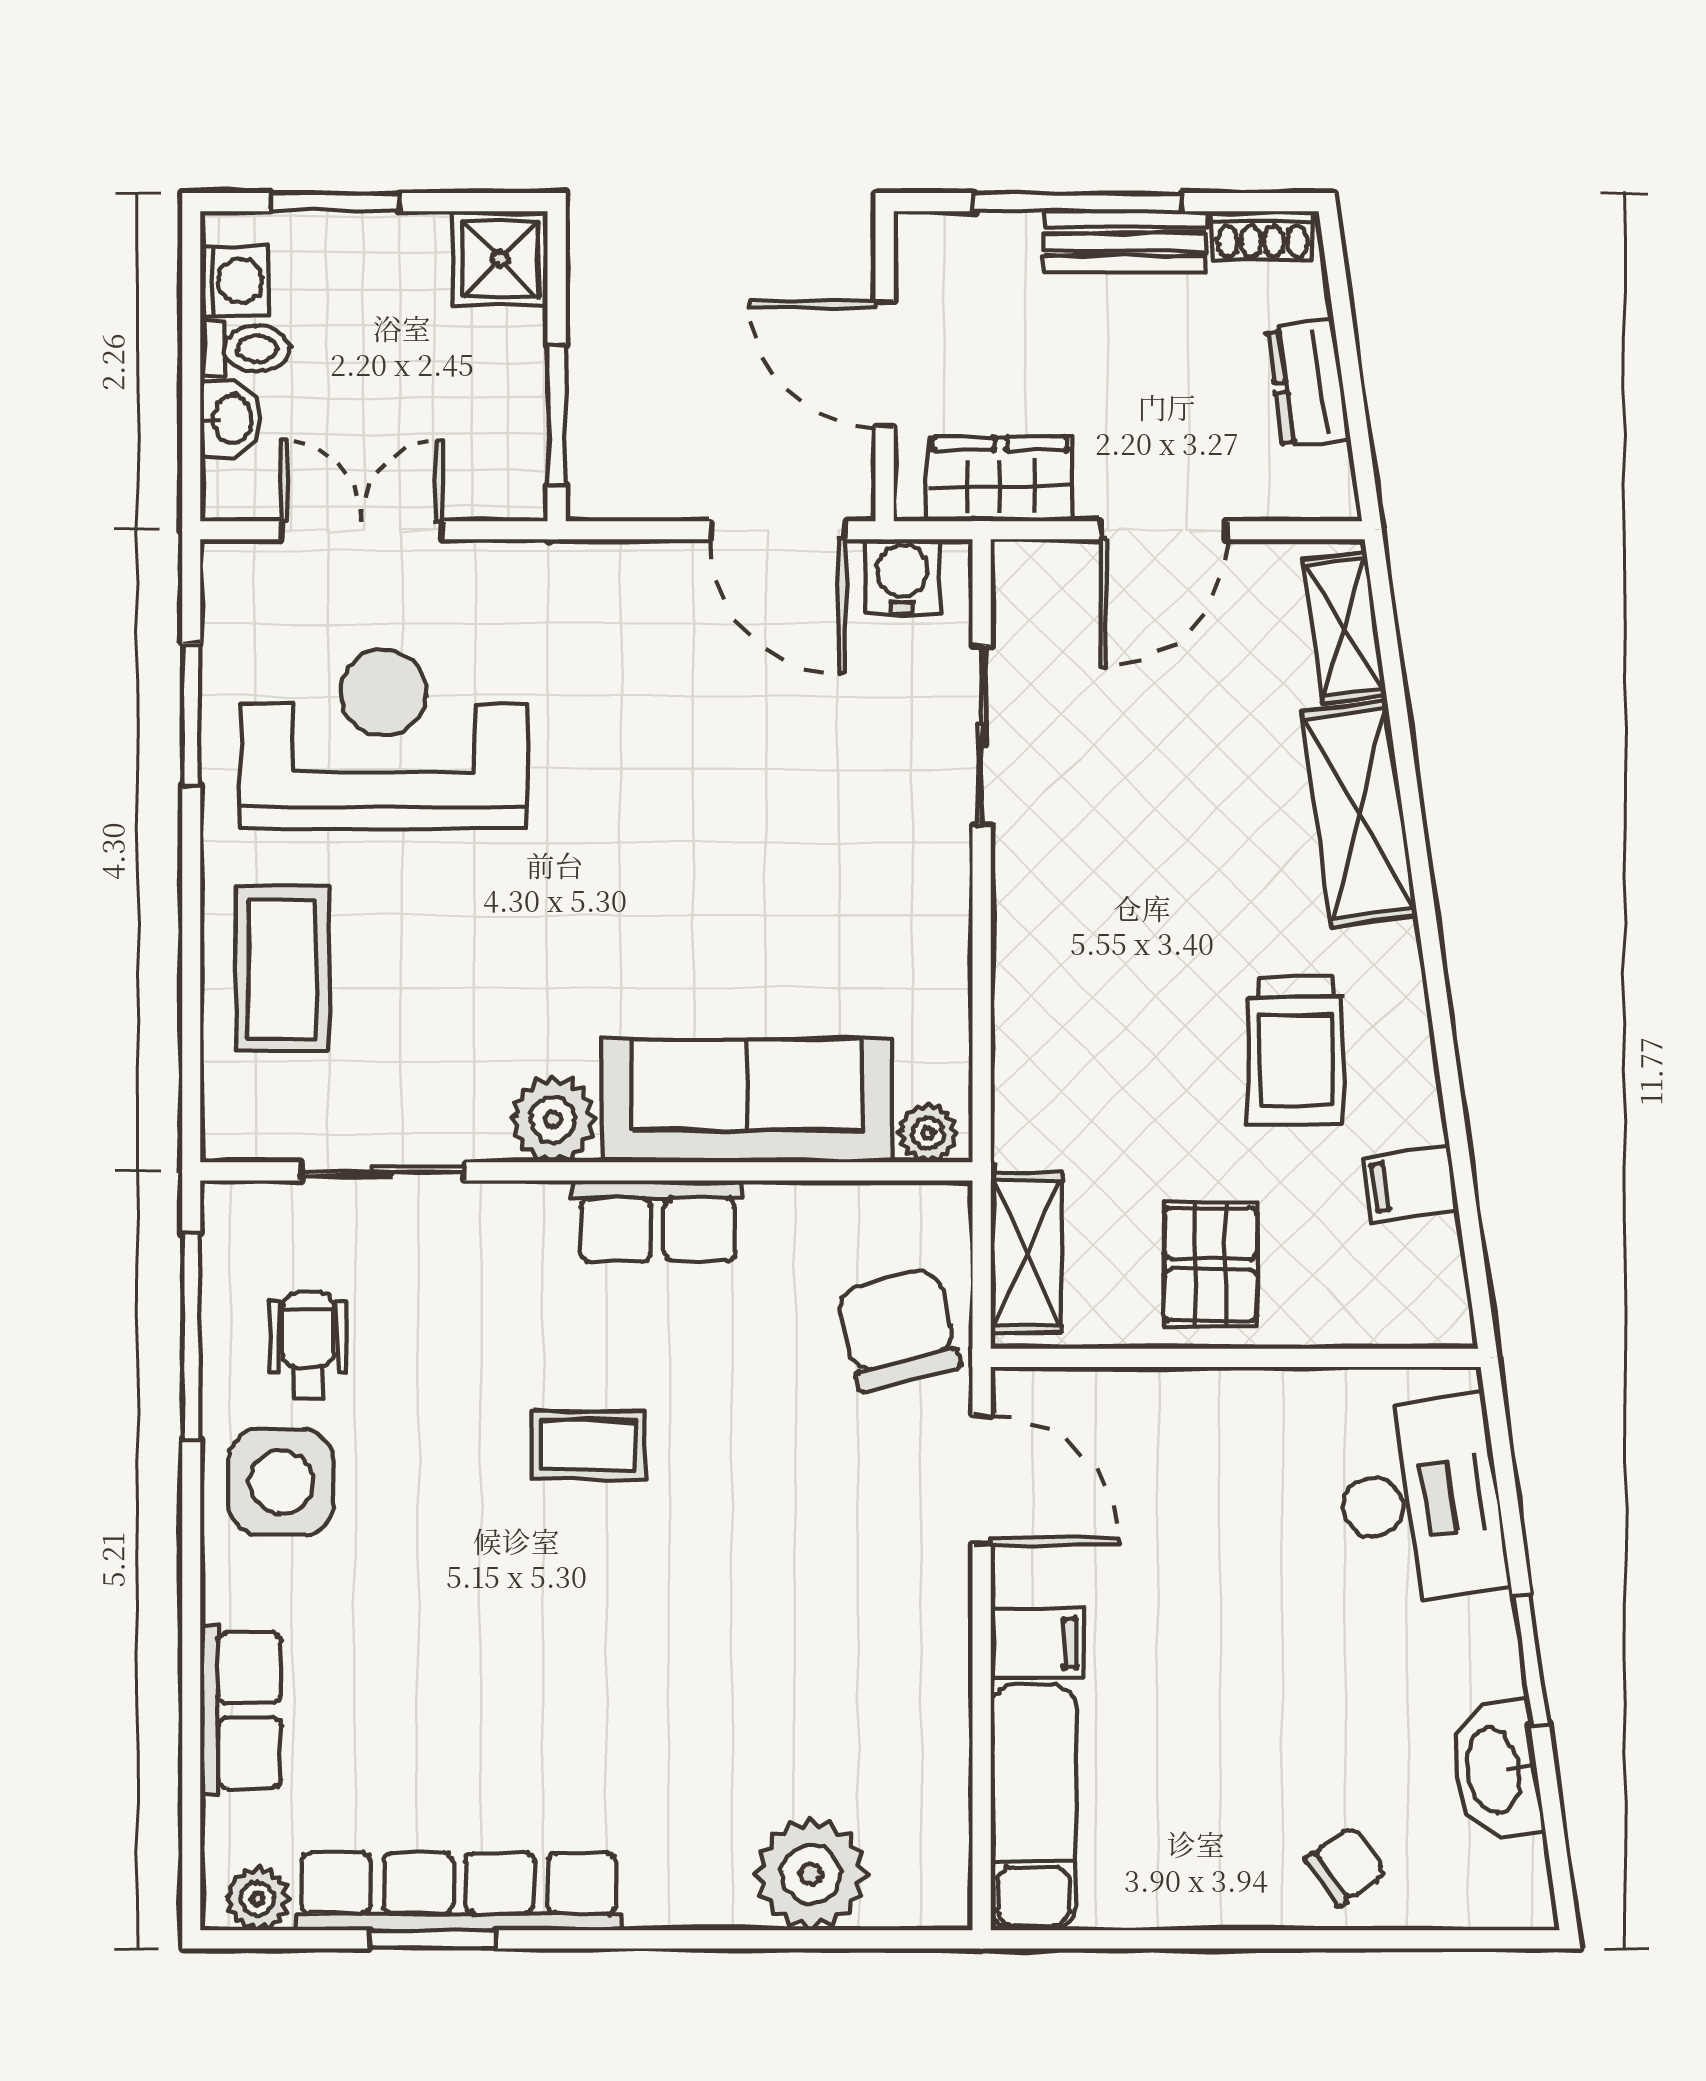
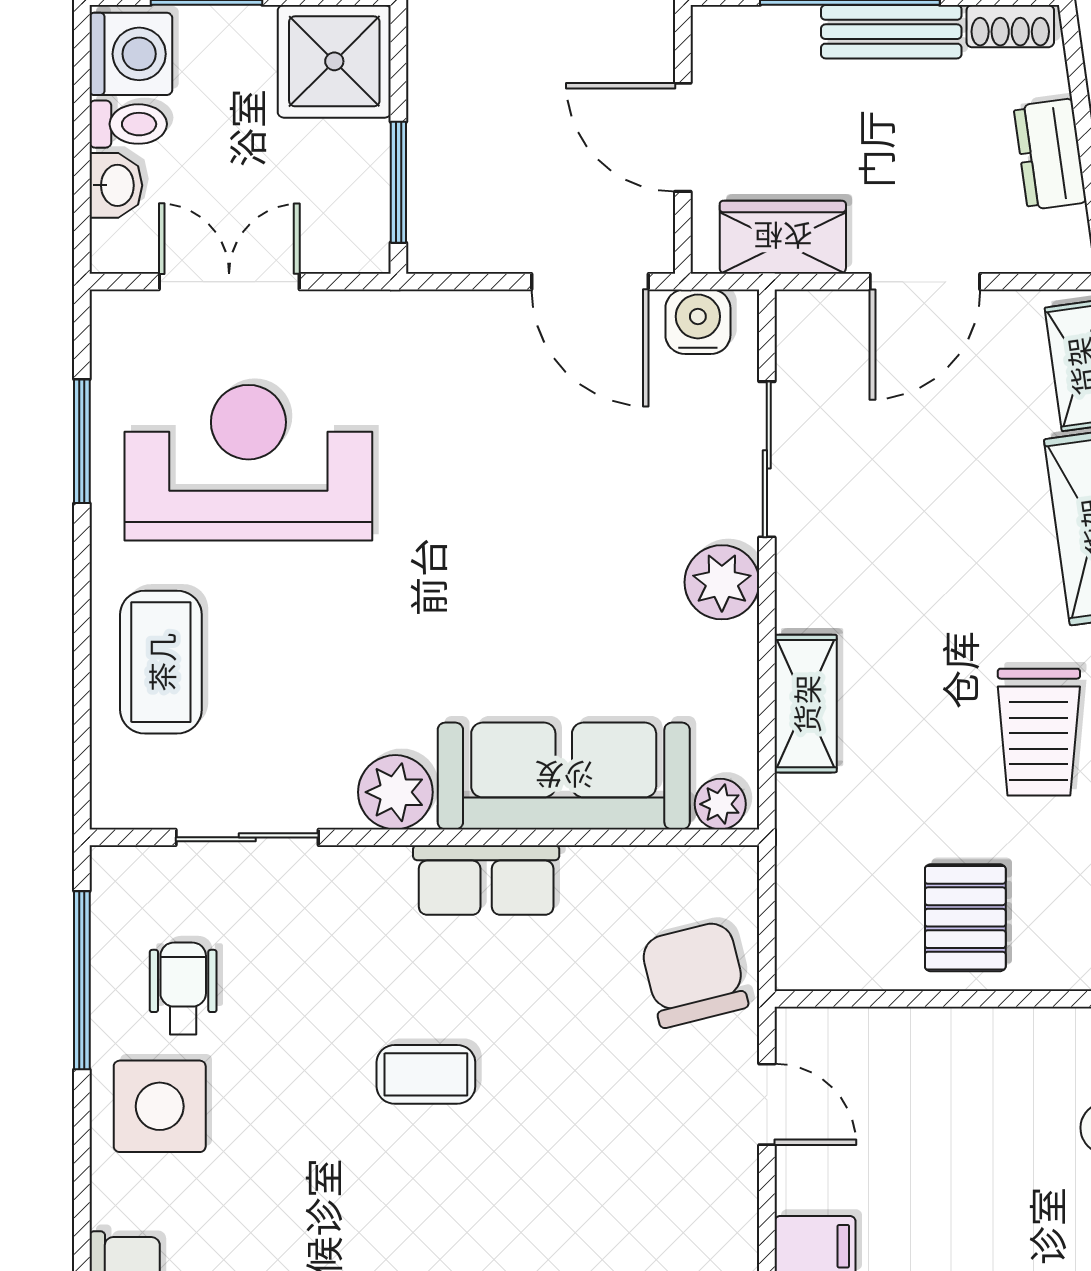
shower: (500, 259) -> (334, 61), width x1.36, depth x1.36
washing machine: (235, 281) -> (131, 54), width x1.38, depth x1.38
plant: (930, 877) -> (722, 582), added
shelving: (1026, 1253) -> (806, 704), moved
door: (982, 1480) -> (767, 1104), width x0.73

